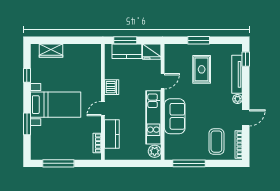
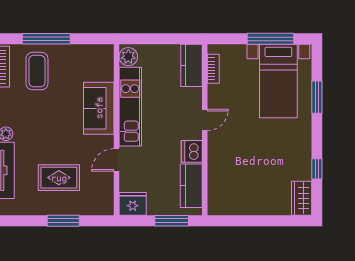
wardrobe: (51, 51) -> (302, 198), moved, turned -90
kitchen counter: (127, 51) -> (191, 186), moved, turned -90
rug: (202, 69) -> (59, 178), turned 90
bed with nightstands: (56, 105) -> (278, 81), moved, turned -90
kitchen counter: (112, 134) -> (191, 65), moved
window: (189, 163) -> (46, 39), moved

